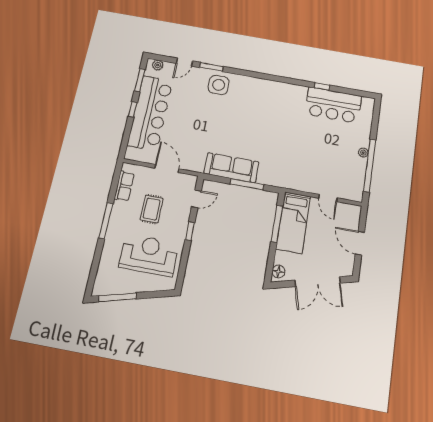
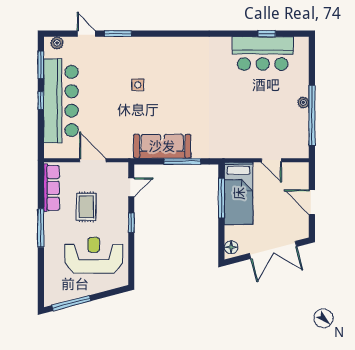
door: (184, 62) -> (86, 34), swing flipped
side table: (219, 85) -> (138, 85), moved, width x0.54, depth x0.54
window: (322, 86) -> (267, 34), moved
row of seats: (124, 186) -> (51, 188), width x1.48

